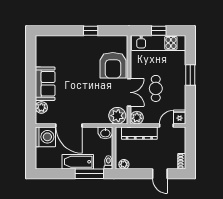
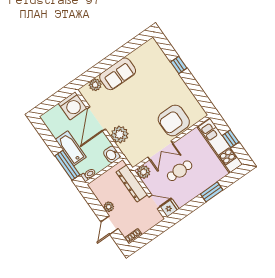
window: (91, 31) -> (179, 65), moved
plant: (117, 116) -> (120, 134), moved
plant: (124, 164) -> (109, 207), moved

